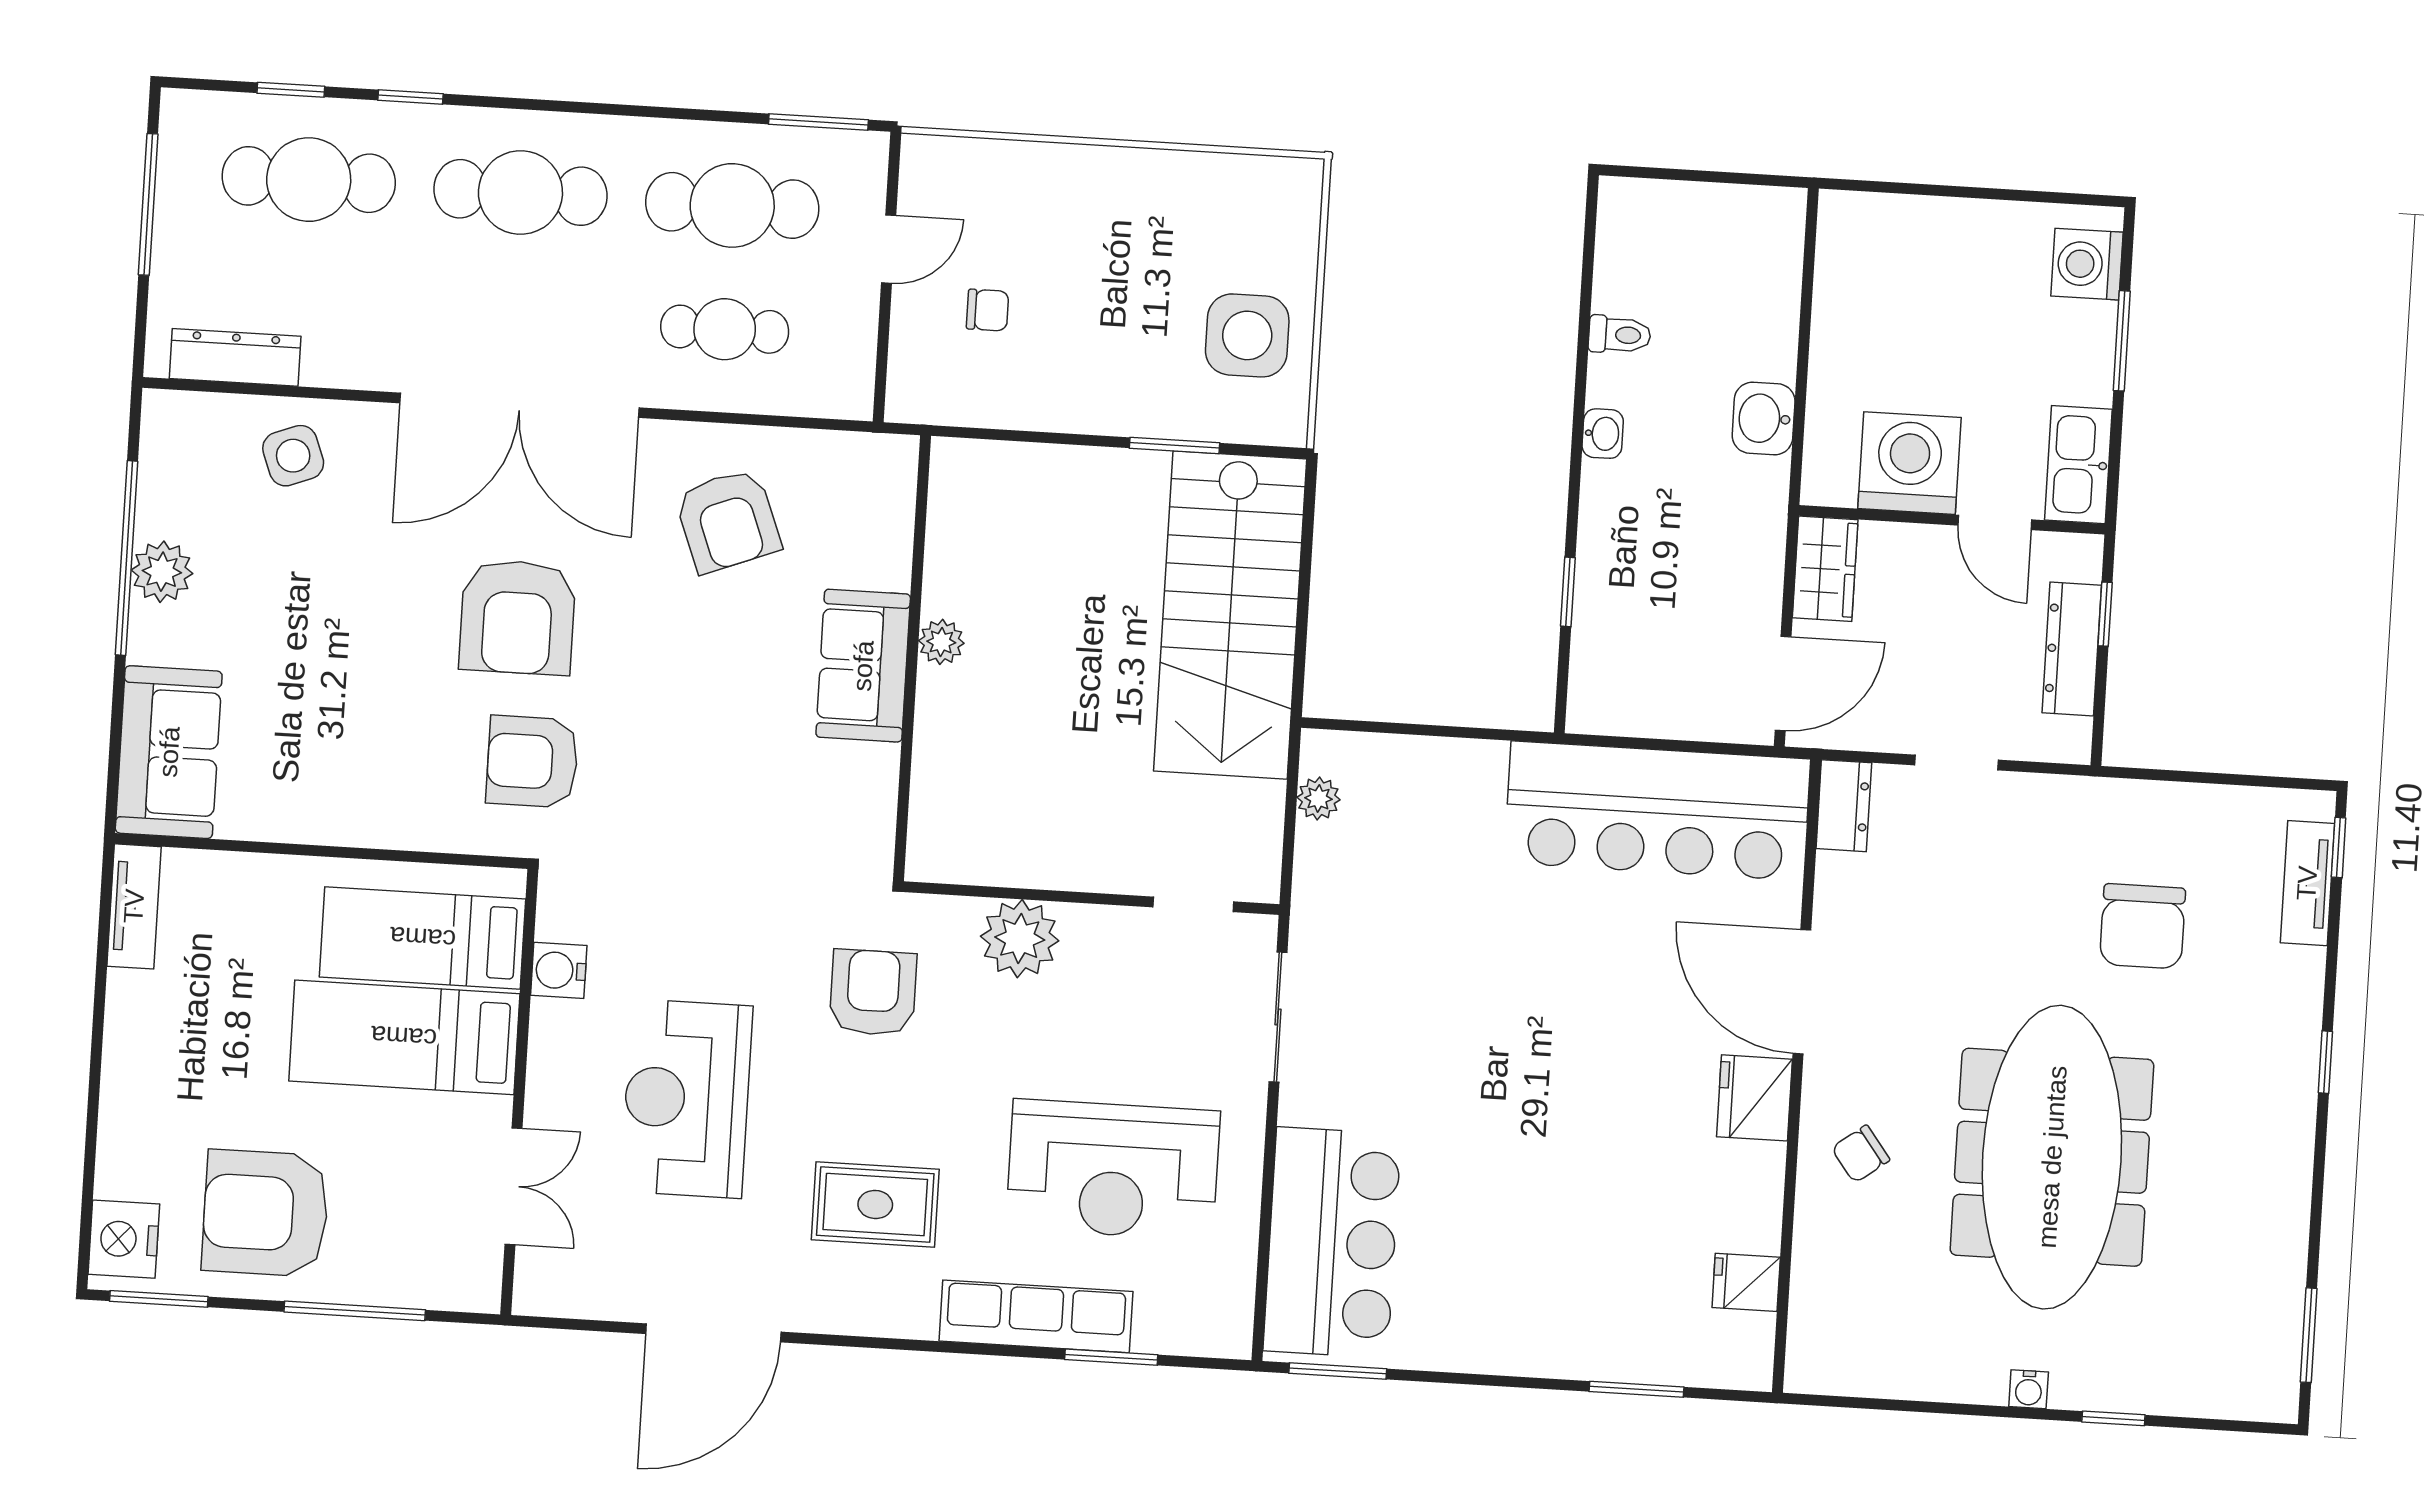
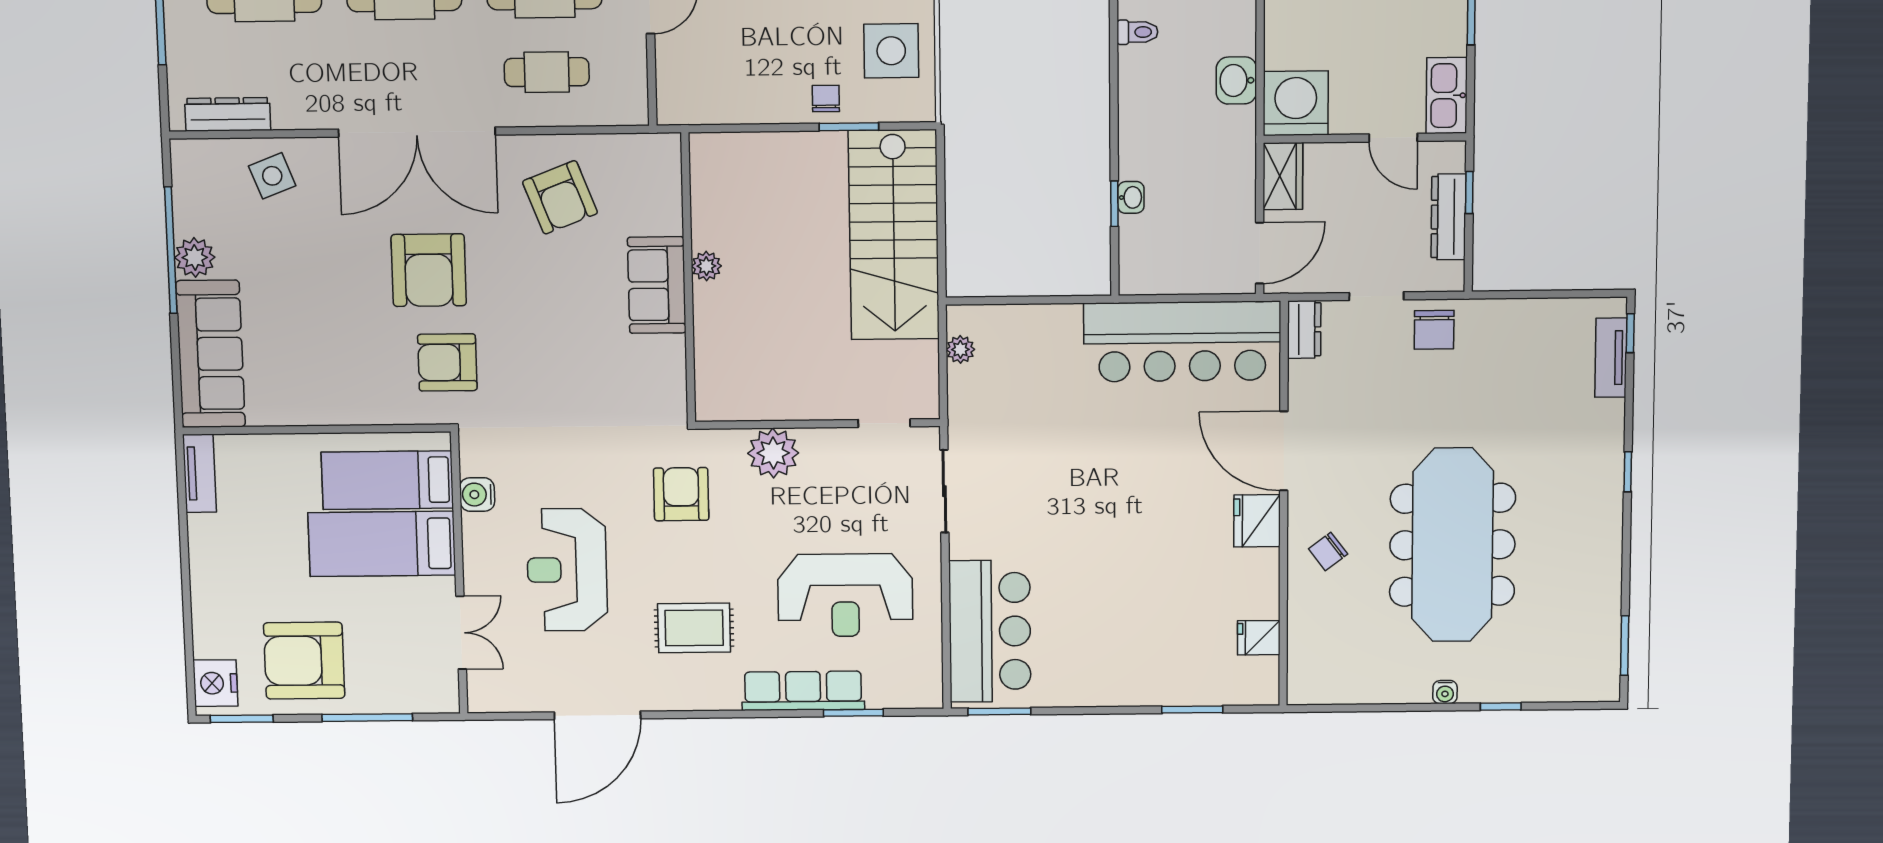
chair: (988, 310) -> (826, 99), moved, turned -90
washbasin: (1603, 434) -> (1131, 197), moved
washing machine: (1909, 463) -> (1296, 103), moved
sofa: (169, 752) -> (211, 354), width x1.36
chair: (2143, 926) -> (1434, 330), moved, width x0.73, depth x0.73

